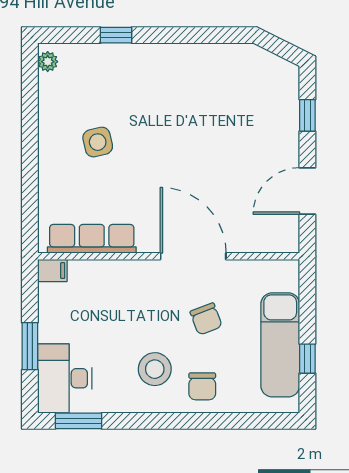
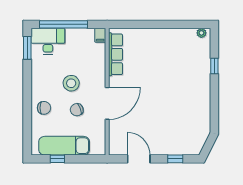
side table: (98, 142) -> (162, 57), removed
window: (30, 346) -> (64, 24), width x2.11
stool: (155, 369) -> (71, 83), moved
chair: (202, 386) -> (44, 108), turned 180

